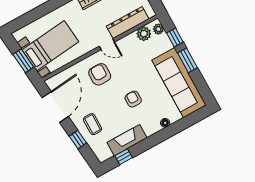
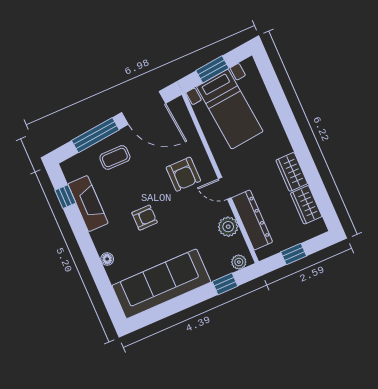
plant: (144, 34) -> (228, 227), moved
door: (107, 44) -> (225, 188), hinge flipped
window: (188, 60) -> (191, 298), removed
armchair: (100, 74) -> (183, 174), turned 90
window: (78, 140) -> (95, 135), width x2.17

